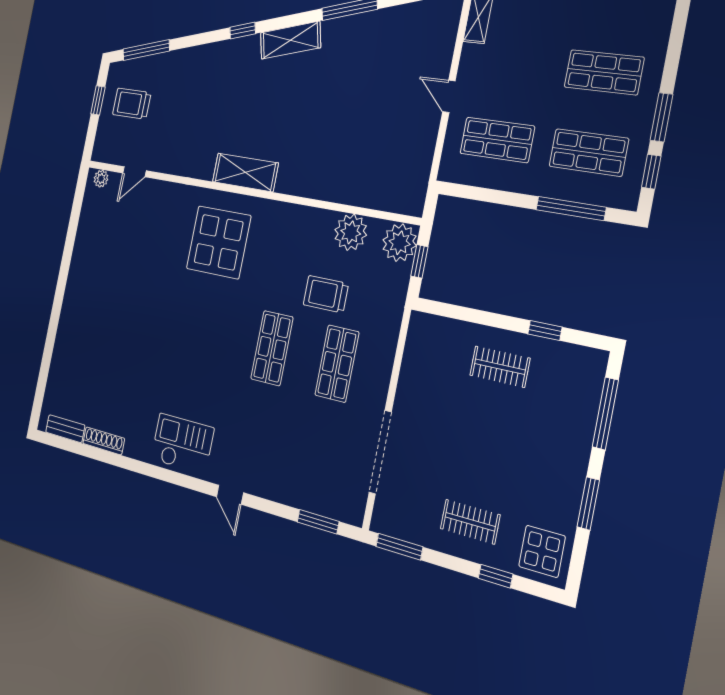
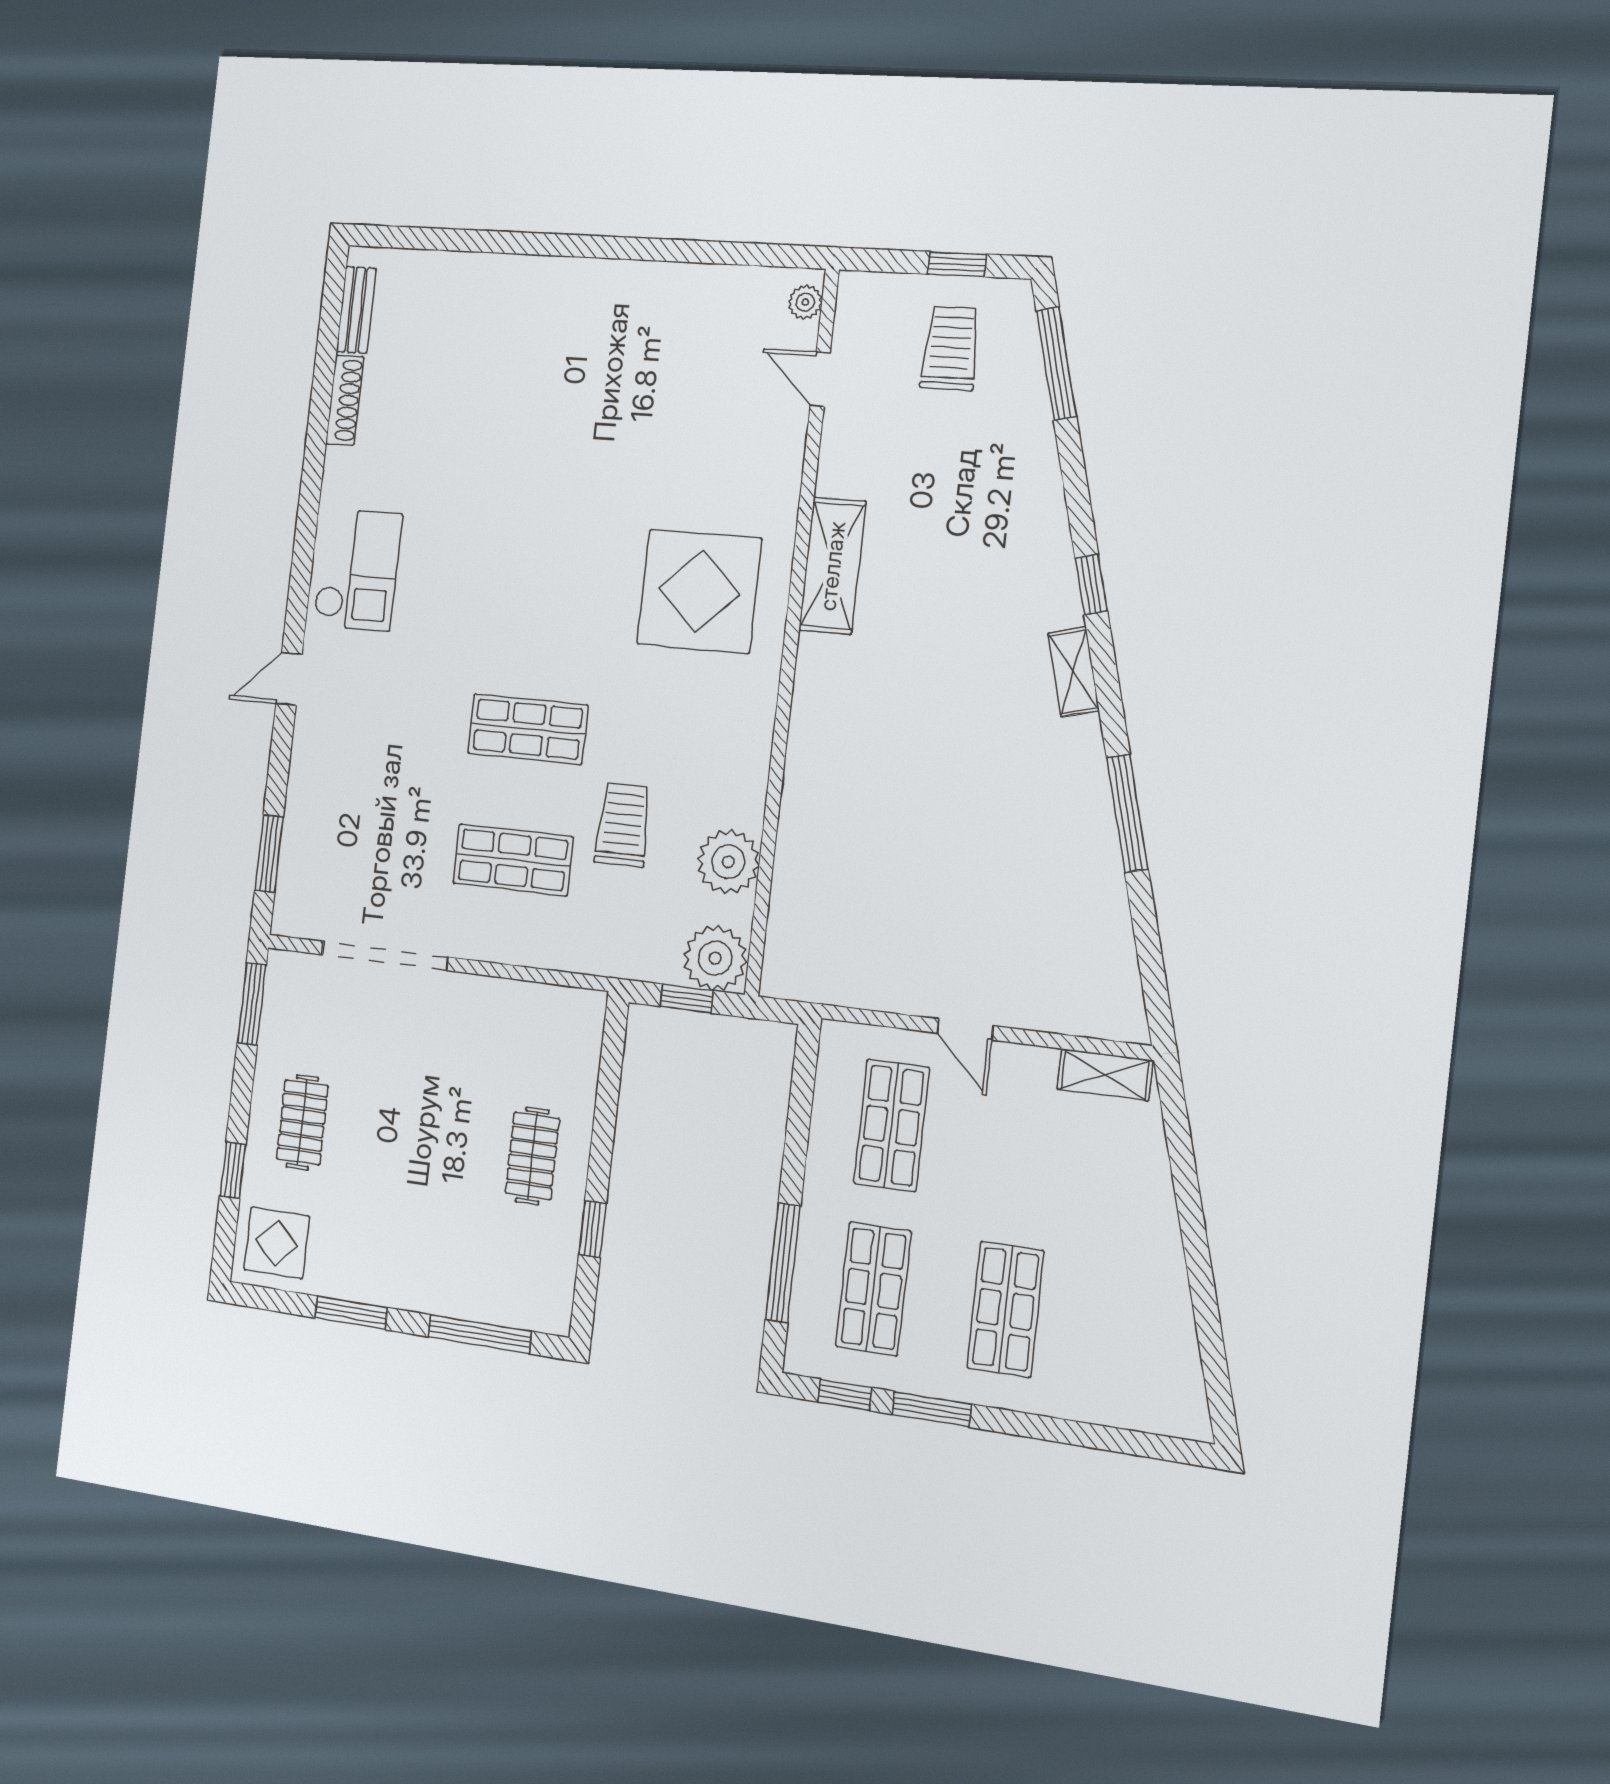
shelving: (290, 40) -> (1074, 672), width x0.67, depth x0.75
door: (449, 96) -> (965, 1029), swing flipped
shelving: (245, 172) -> (832, 566), moved

